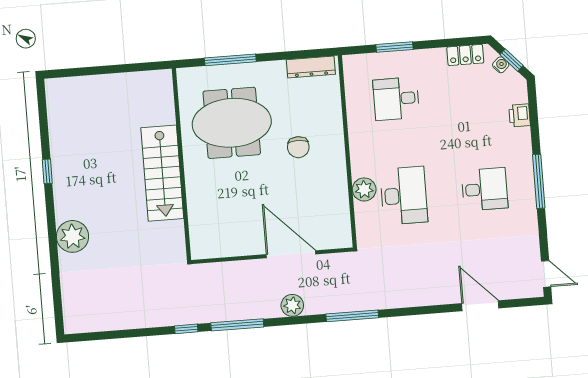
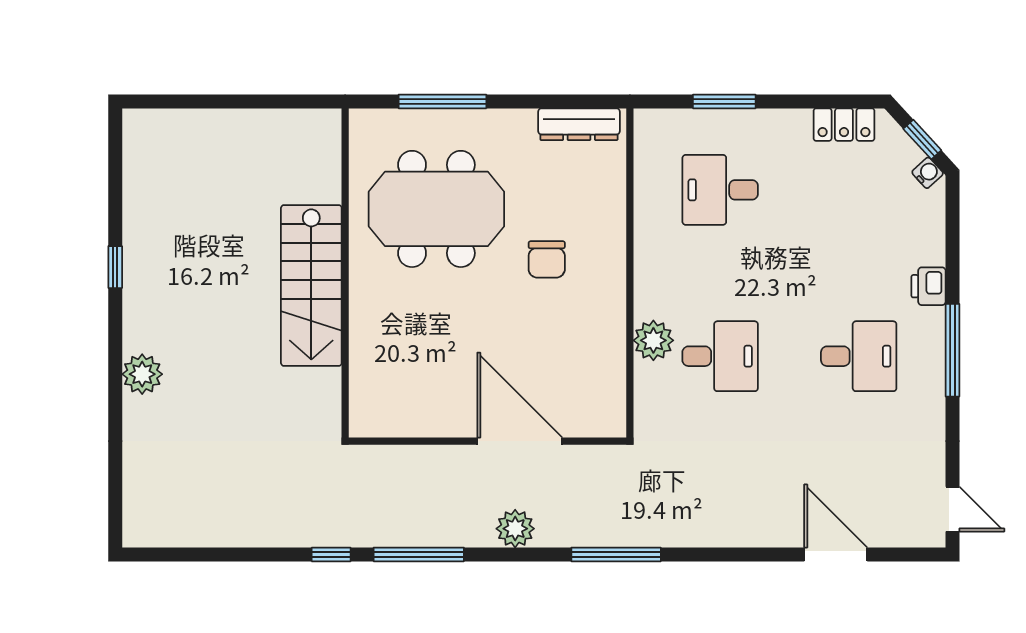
water cooler: (501, 65) -> (928, 173), moved
printer: (520, 115) -> (928, 286), moved
desk: (404, 196) -> (720, 356), width x0.73
plant: (72, 236) -> (142, 374), width x0.73, depth x0.73

